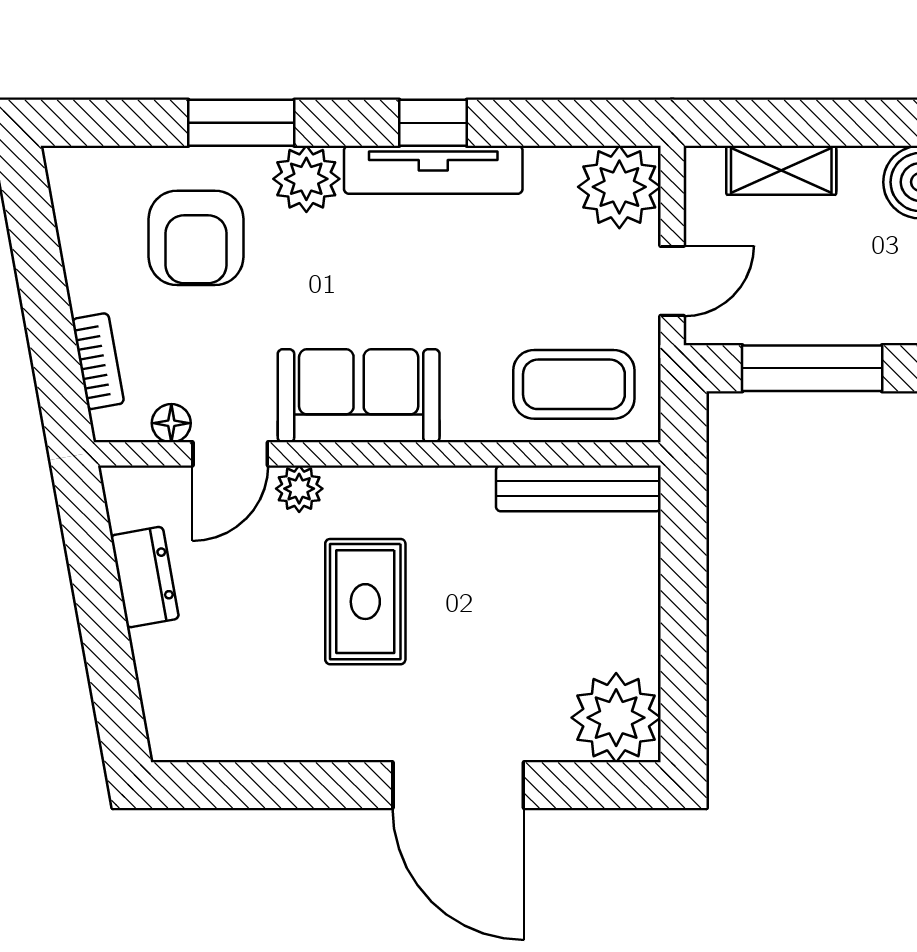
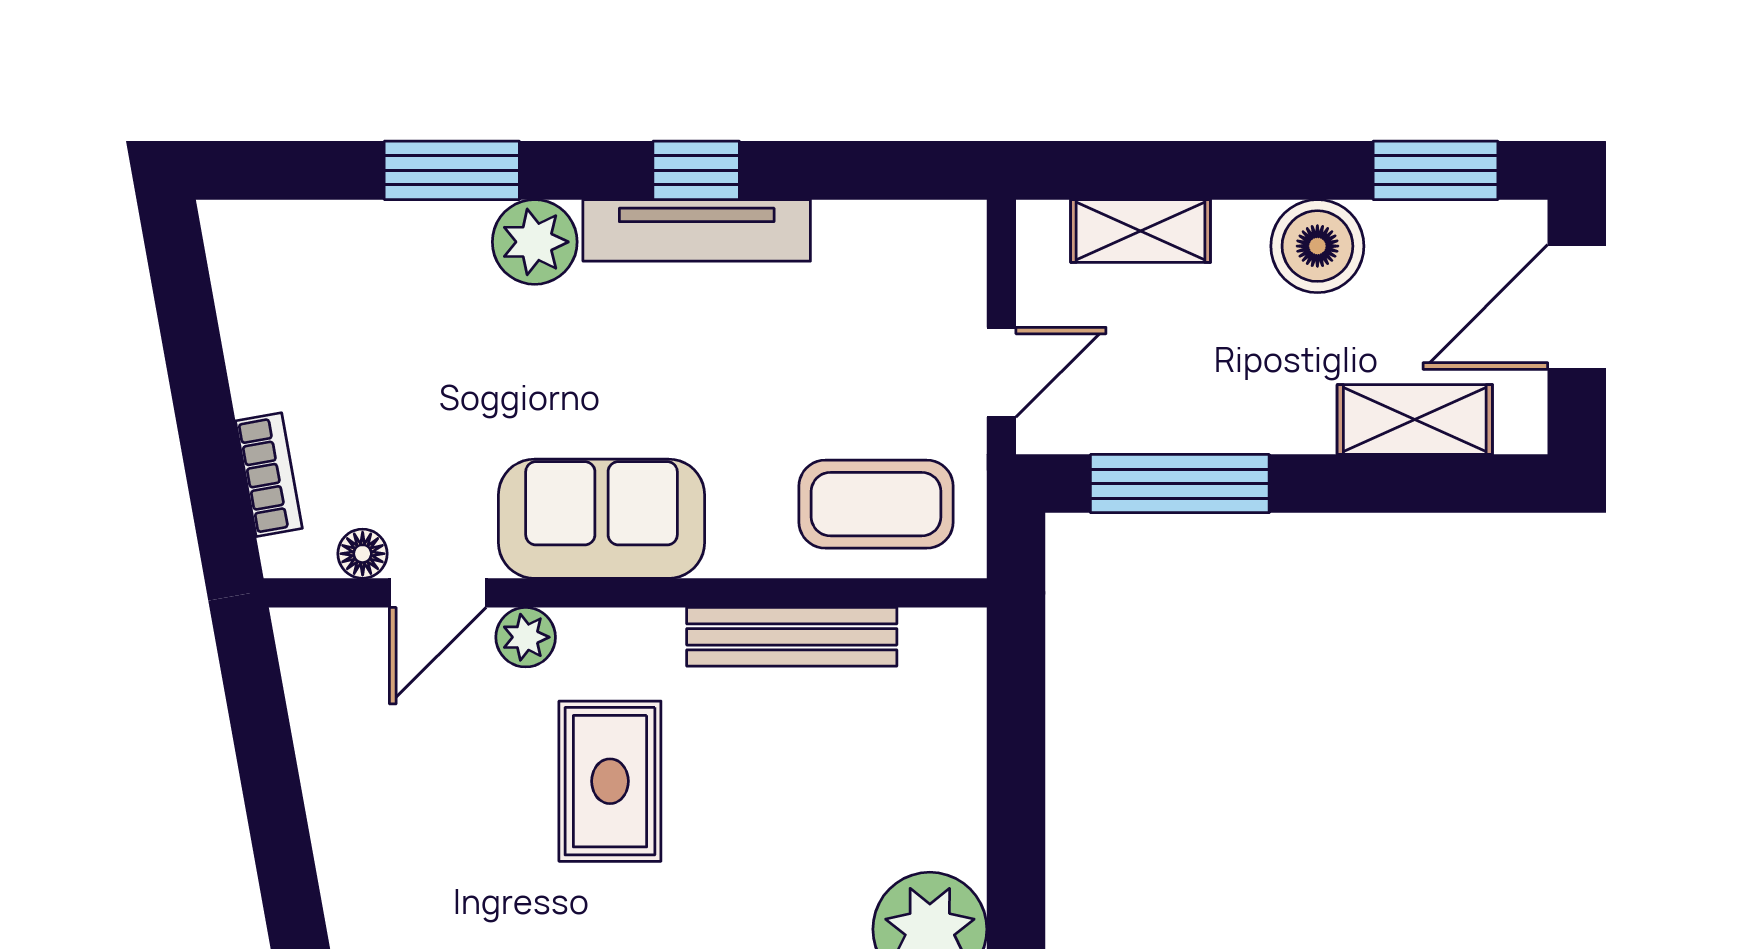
plant: (619, 187) -> (934, 252), removed
armchair: (196, 238) -> (394, 317), removed
bench: (578, 488) -> (792, 637), moved
dresser: (145, 577) -> (329, 750), removed

